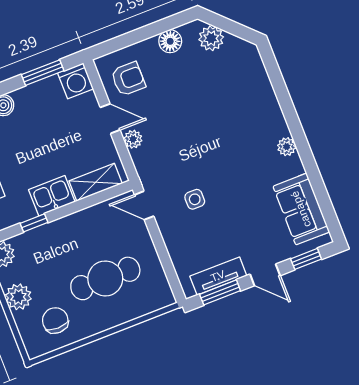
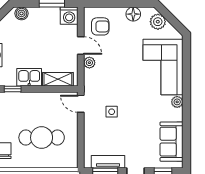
corner sofa: (245, 103) -> (163, 67), added

